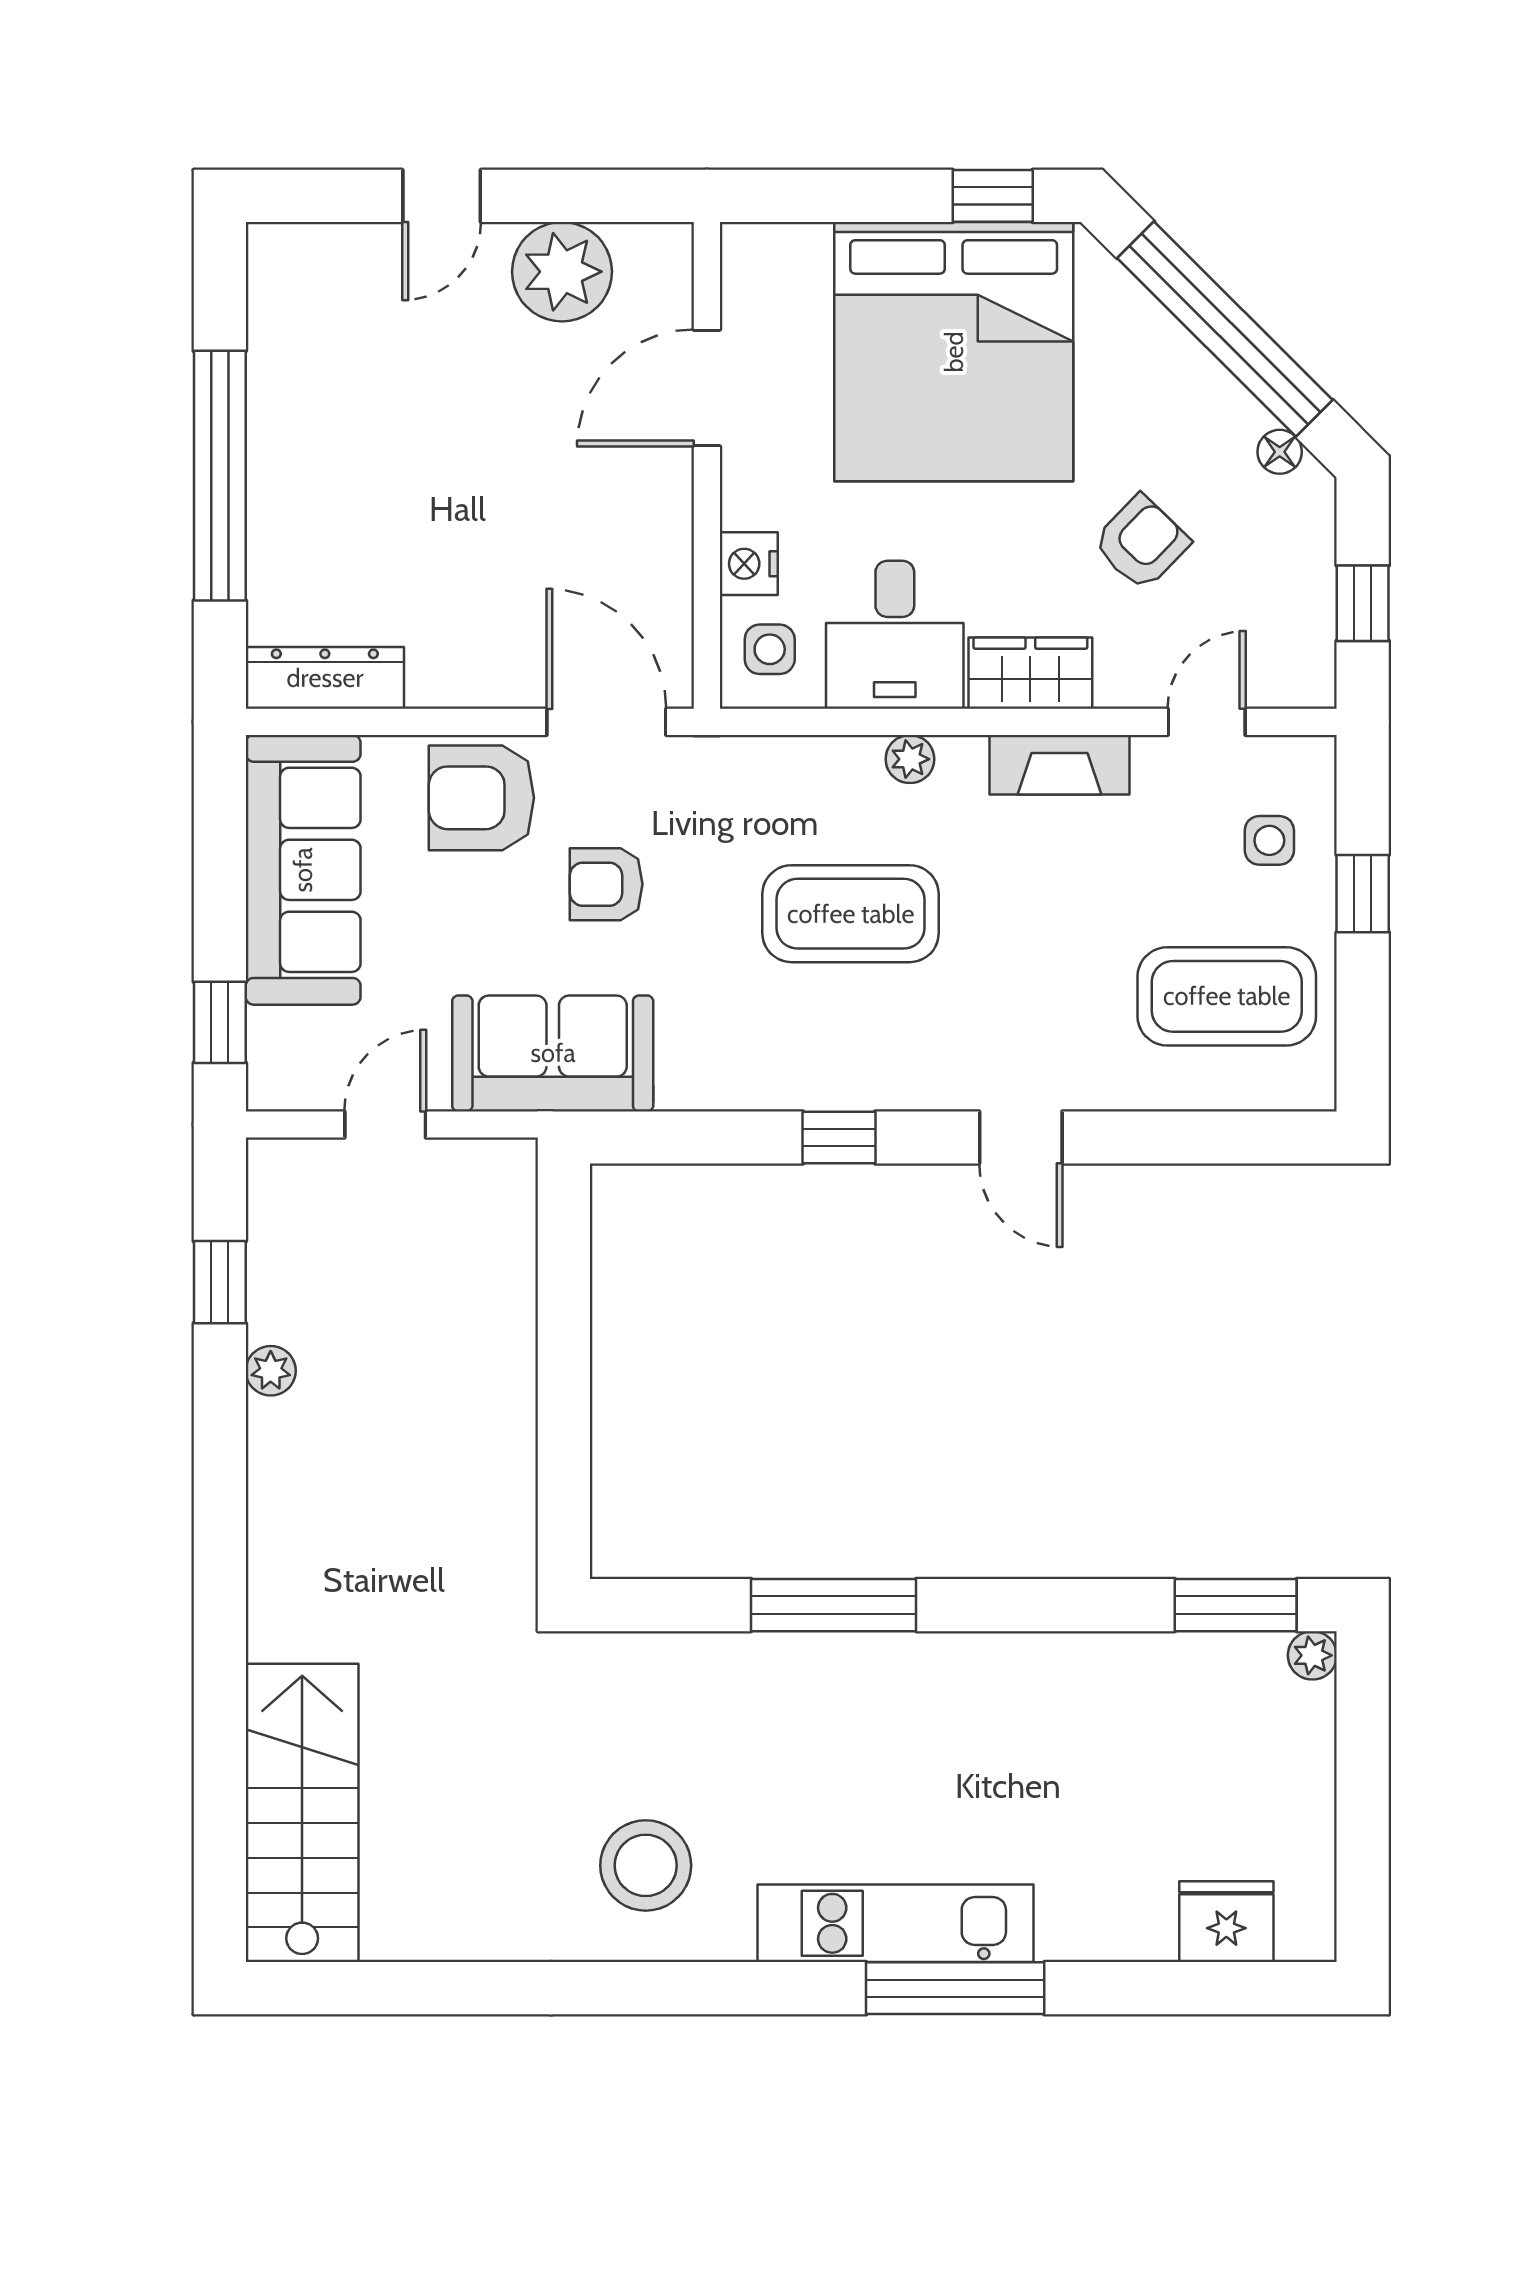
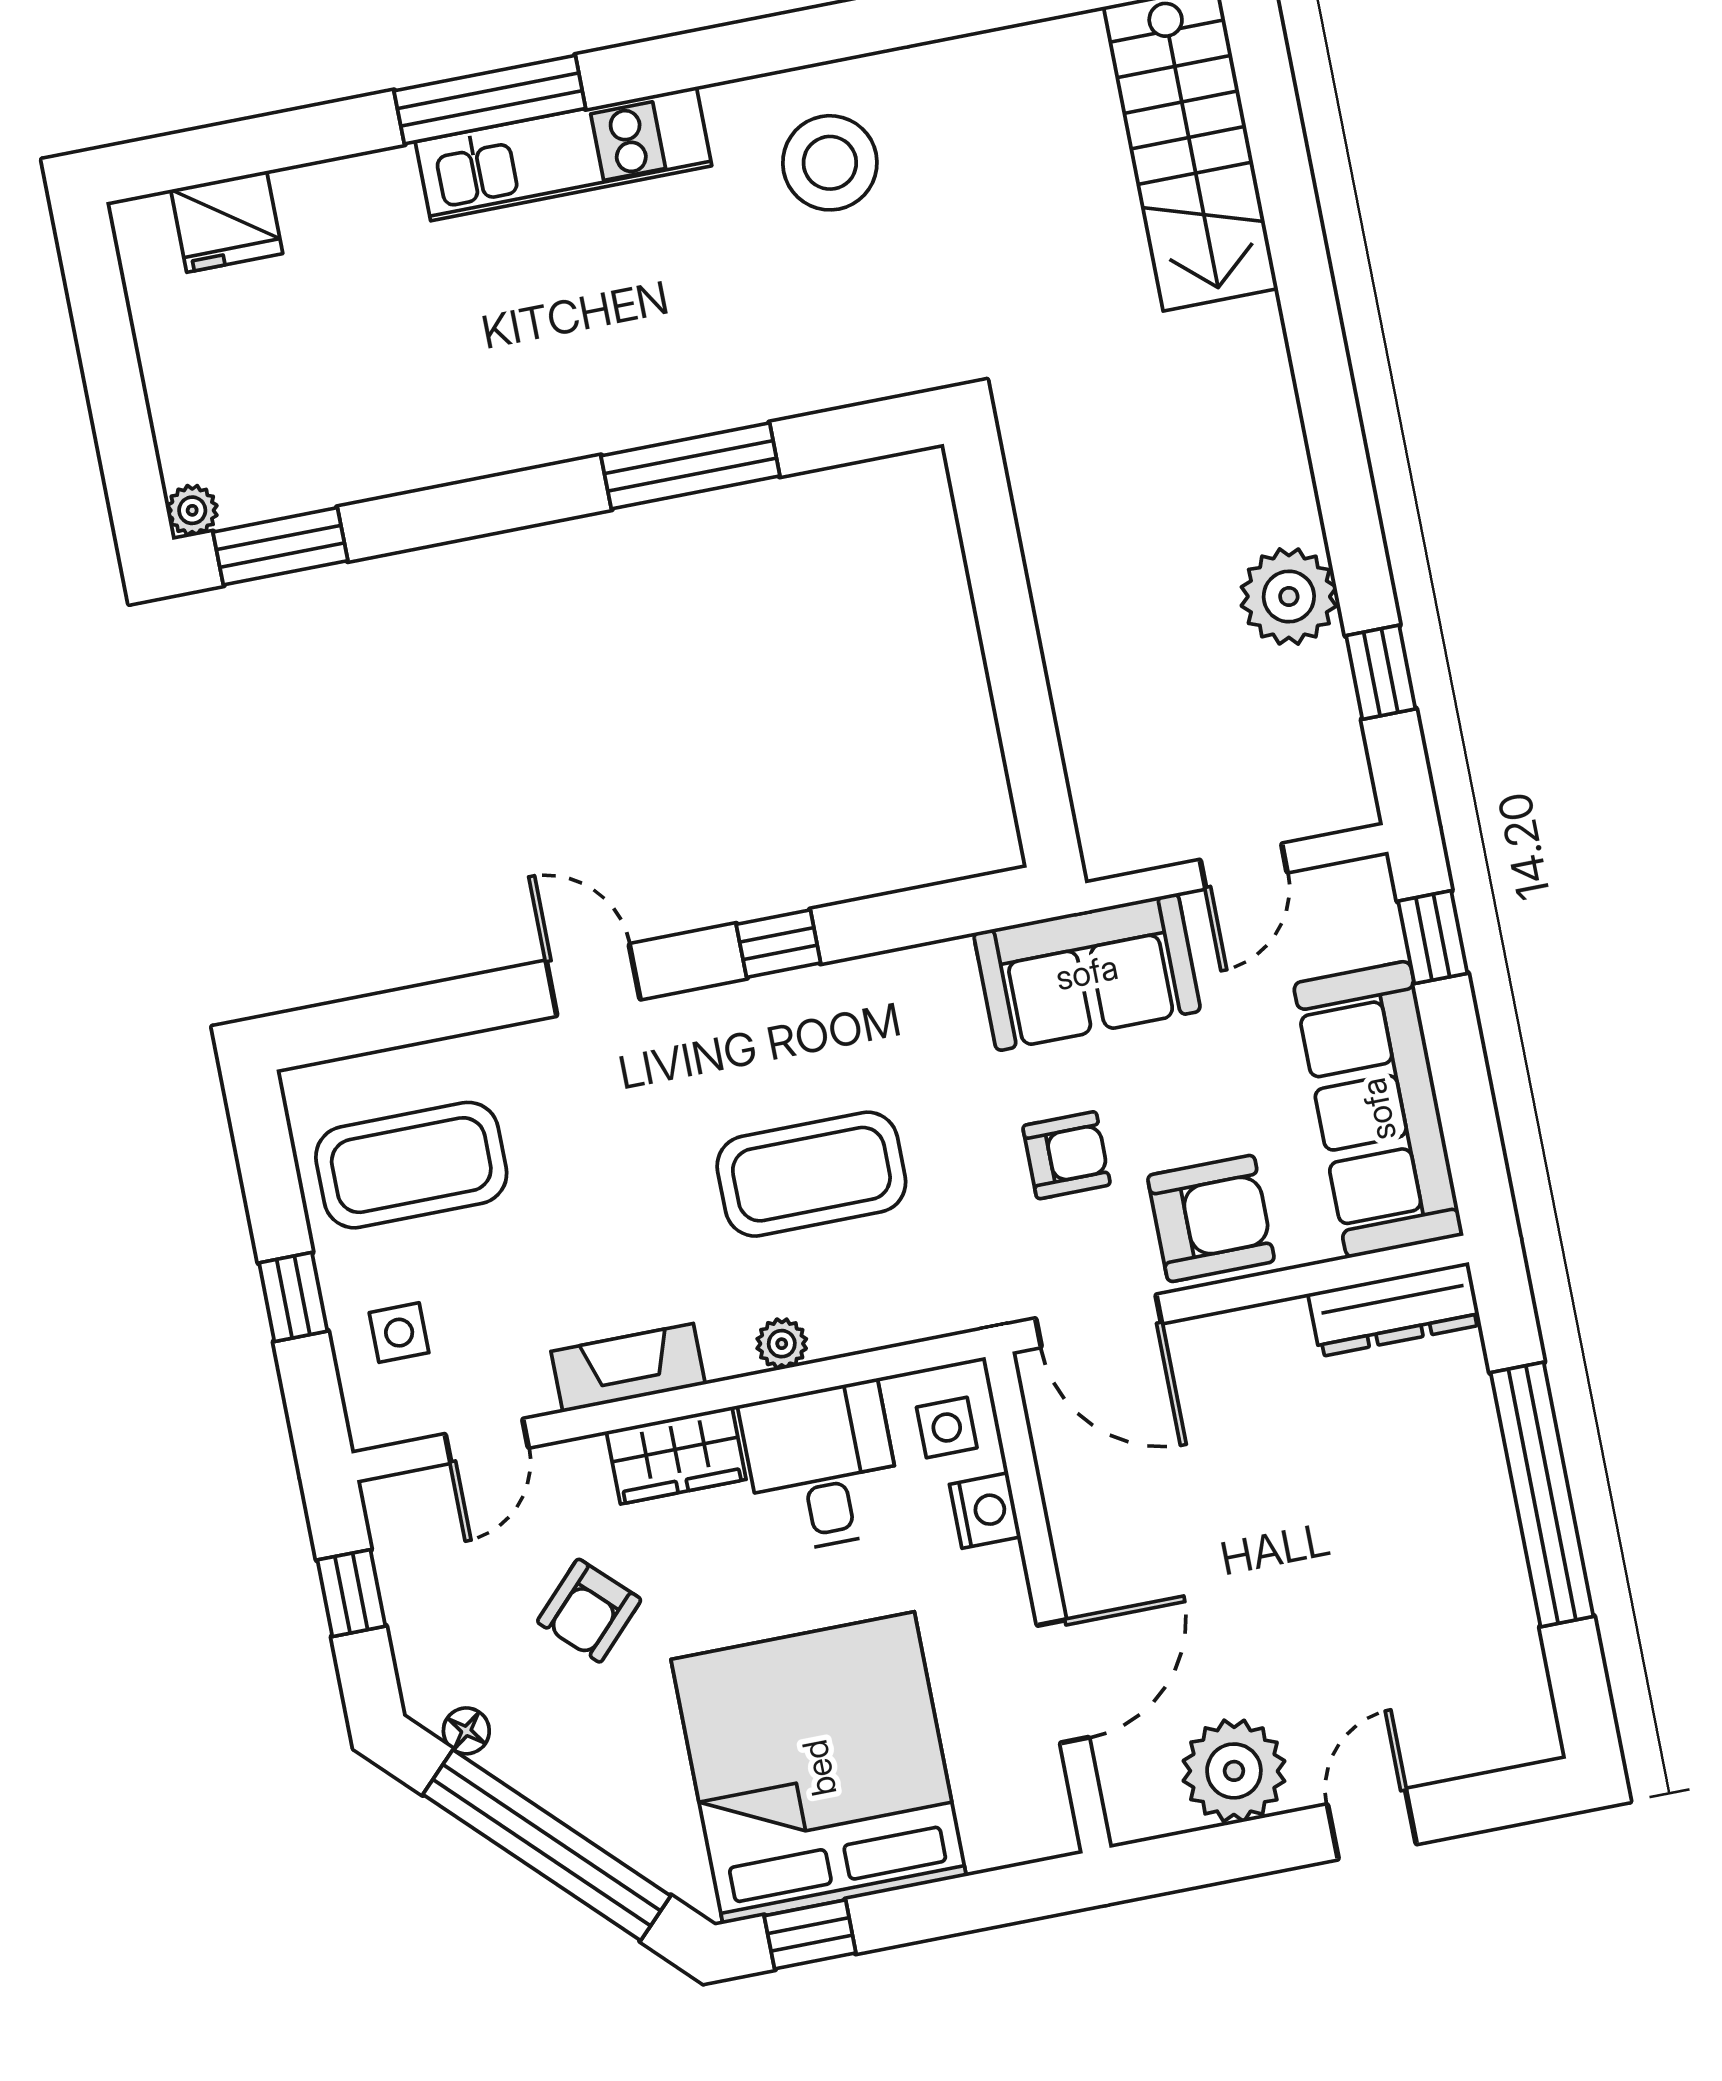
plant: (271, 1371) -> (1289, 597), width x1.88, depth x1.88

